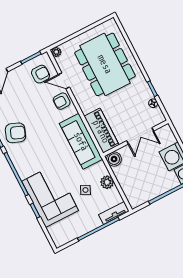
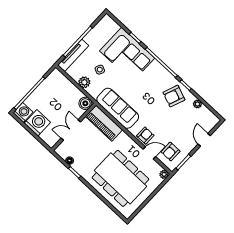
tv unit: (114, 213) -> (73, 55), width x1.41

